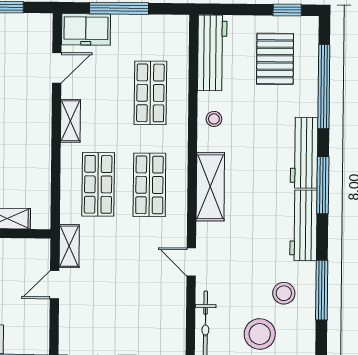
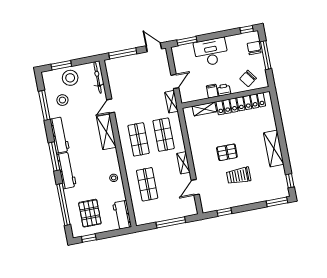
freezer: (86, 29) -> (185, 209), removed
workbench: (212, 53) -> (122, 215), width x0.73
shelving: (210, 187) -> (106, 132), moved
door: (191, 262) -> (111, 106), swing flipped

